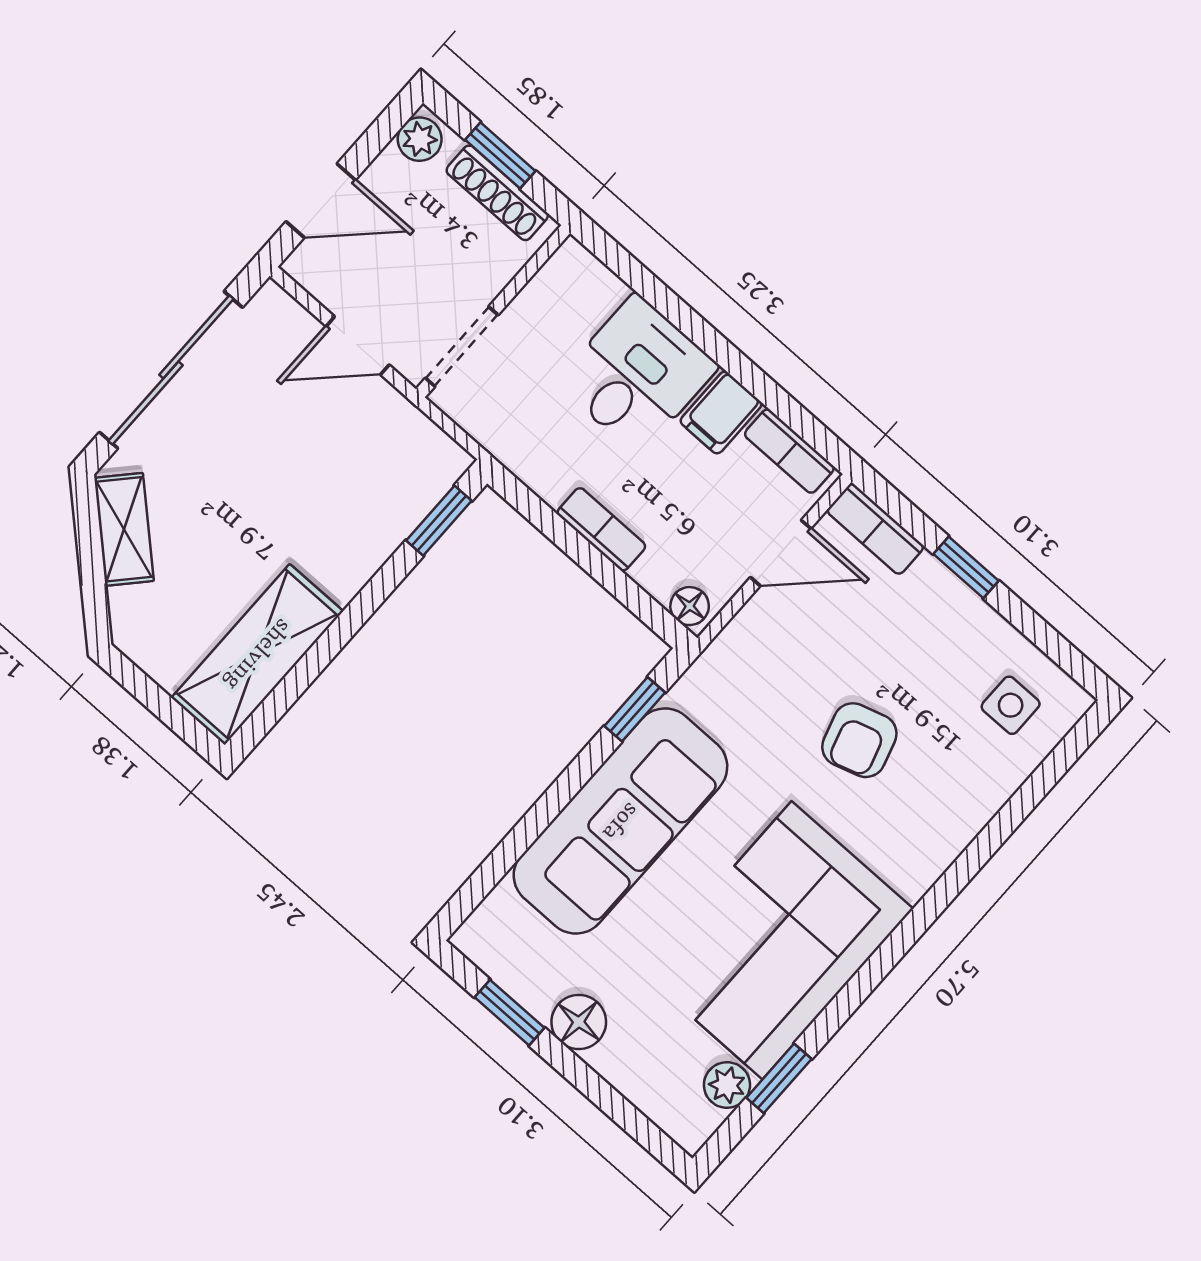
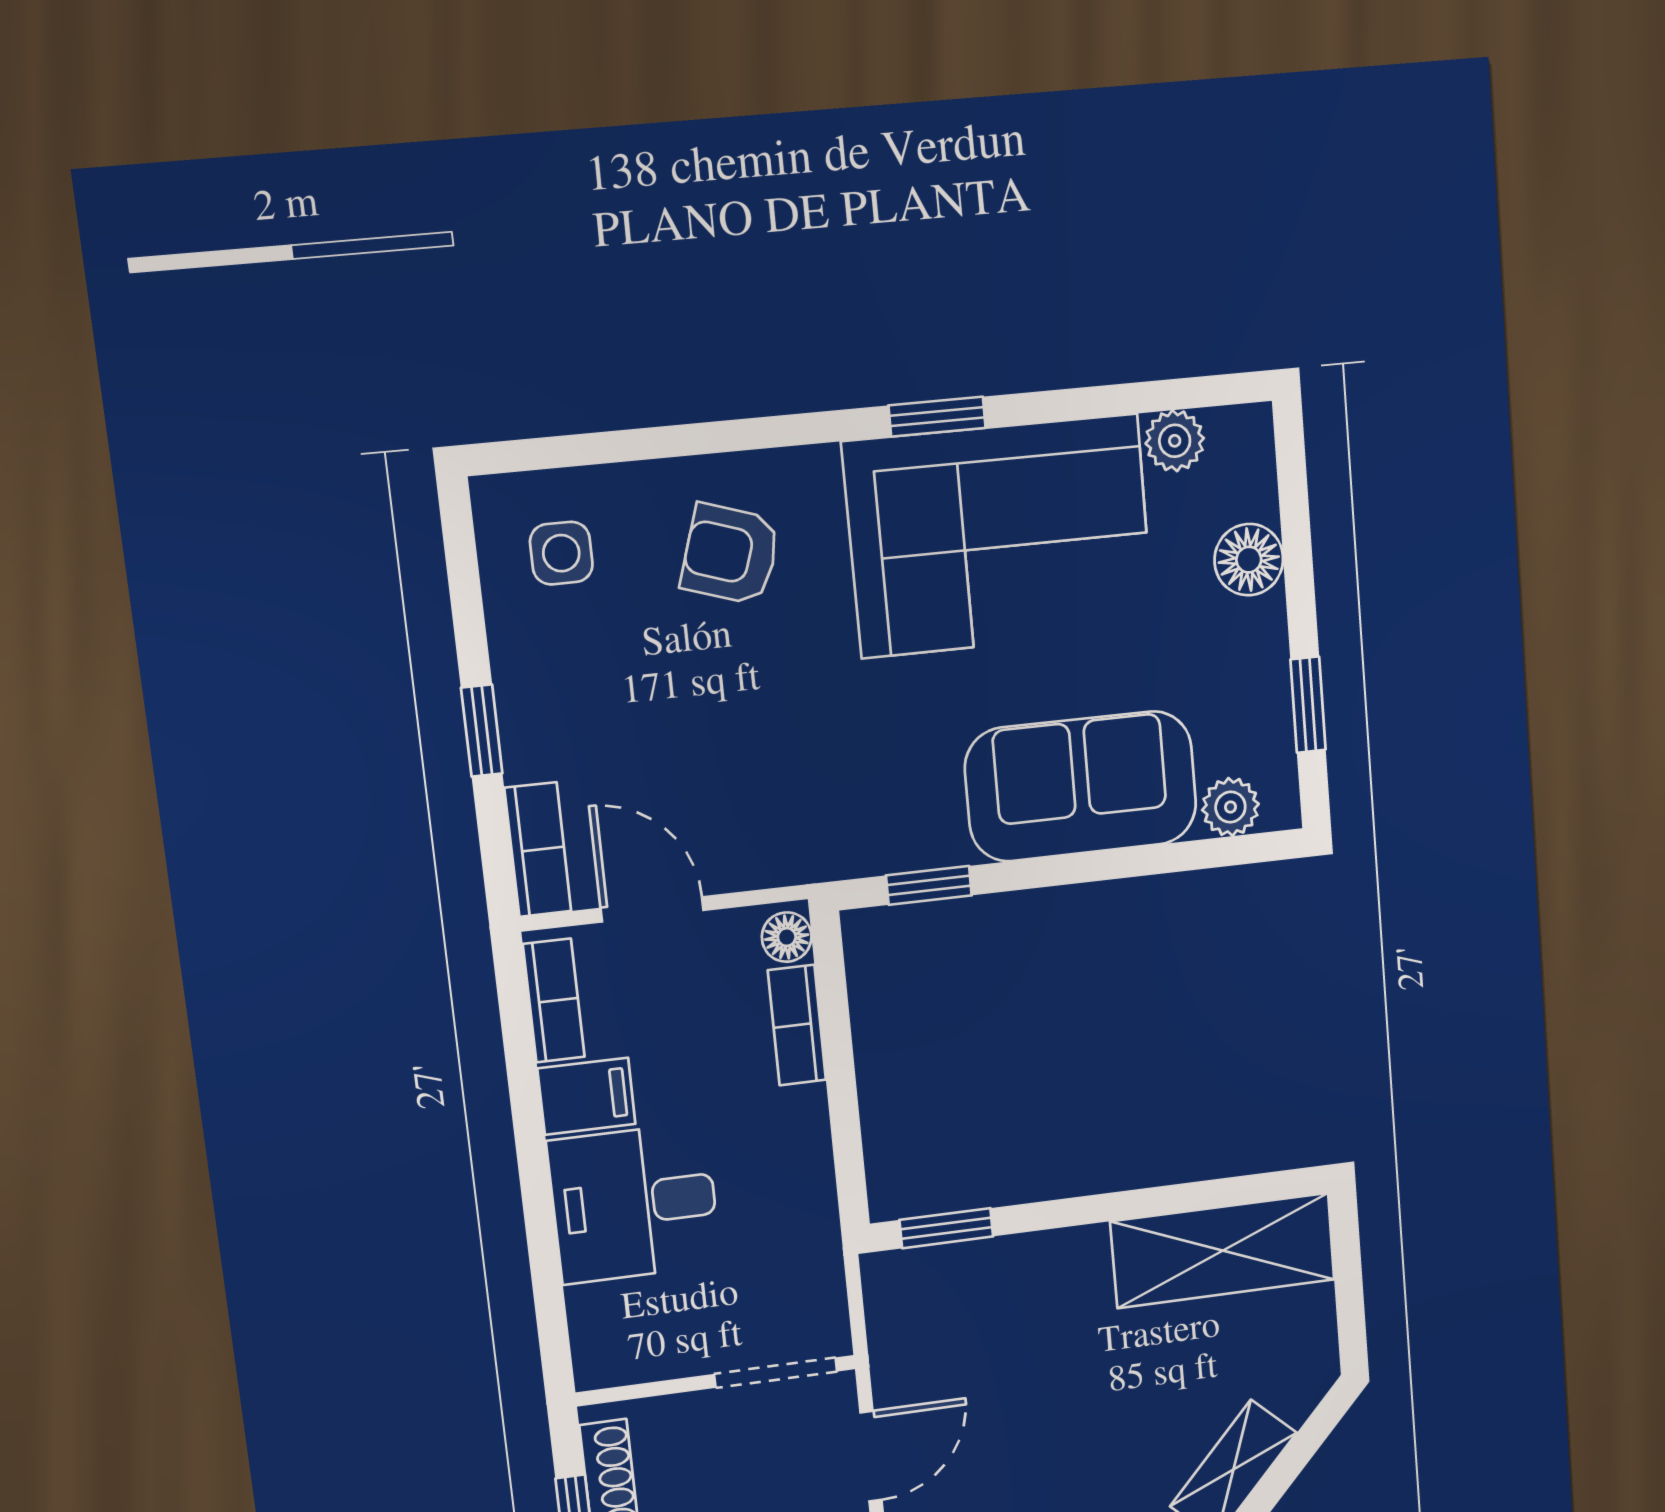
door: (358, 346) -> (871, 1456), hinge flipped
bookcase: (601, 529) -> (797, 1025), moved
armchair: (859, 740) -> (730, 554), moved, turned -145
sofa: (620, 821) -> (1081, 786), width x0.73
plant: (500, 914) -> (1230, 807), added
floor lamp: (579, 1022) -> (1249, 560), moved
window: (779, 1078) -> (937, 417), moved

